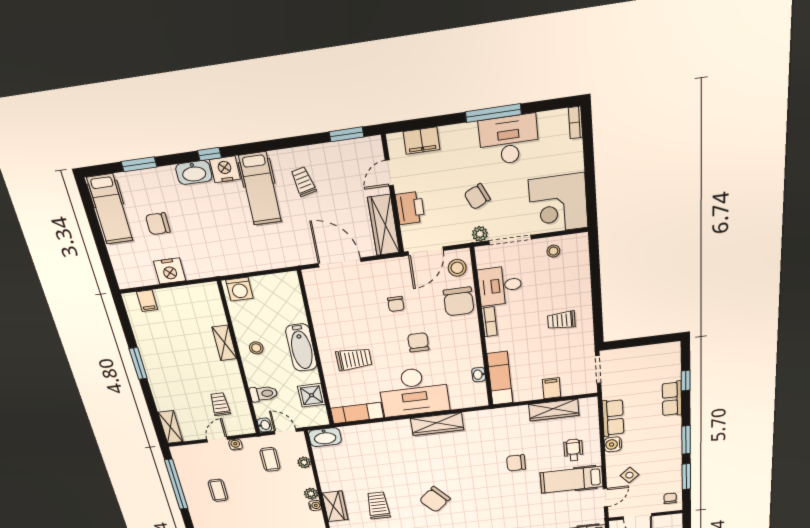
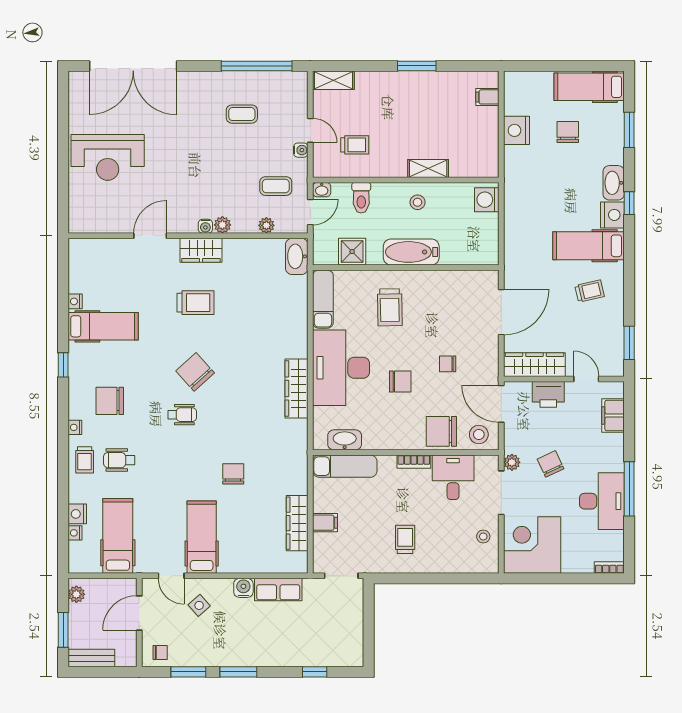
washbasin: (479, 375) -> (345, 440), width x1.91, depth x1.45
row of seats: (672, 399) -> (294, 657), removed
wheelchair: (573, 450) -> (182, 415), moved

